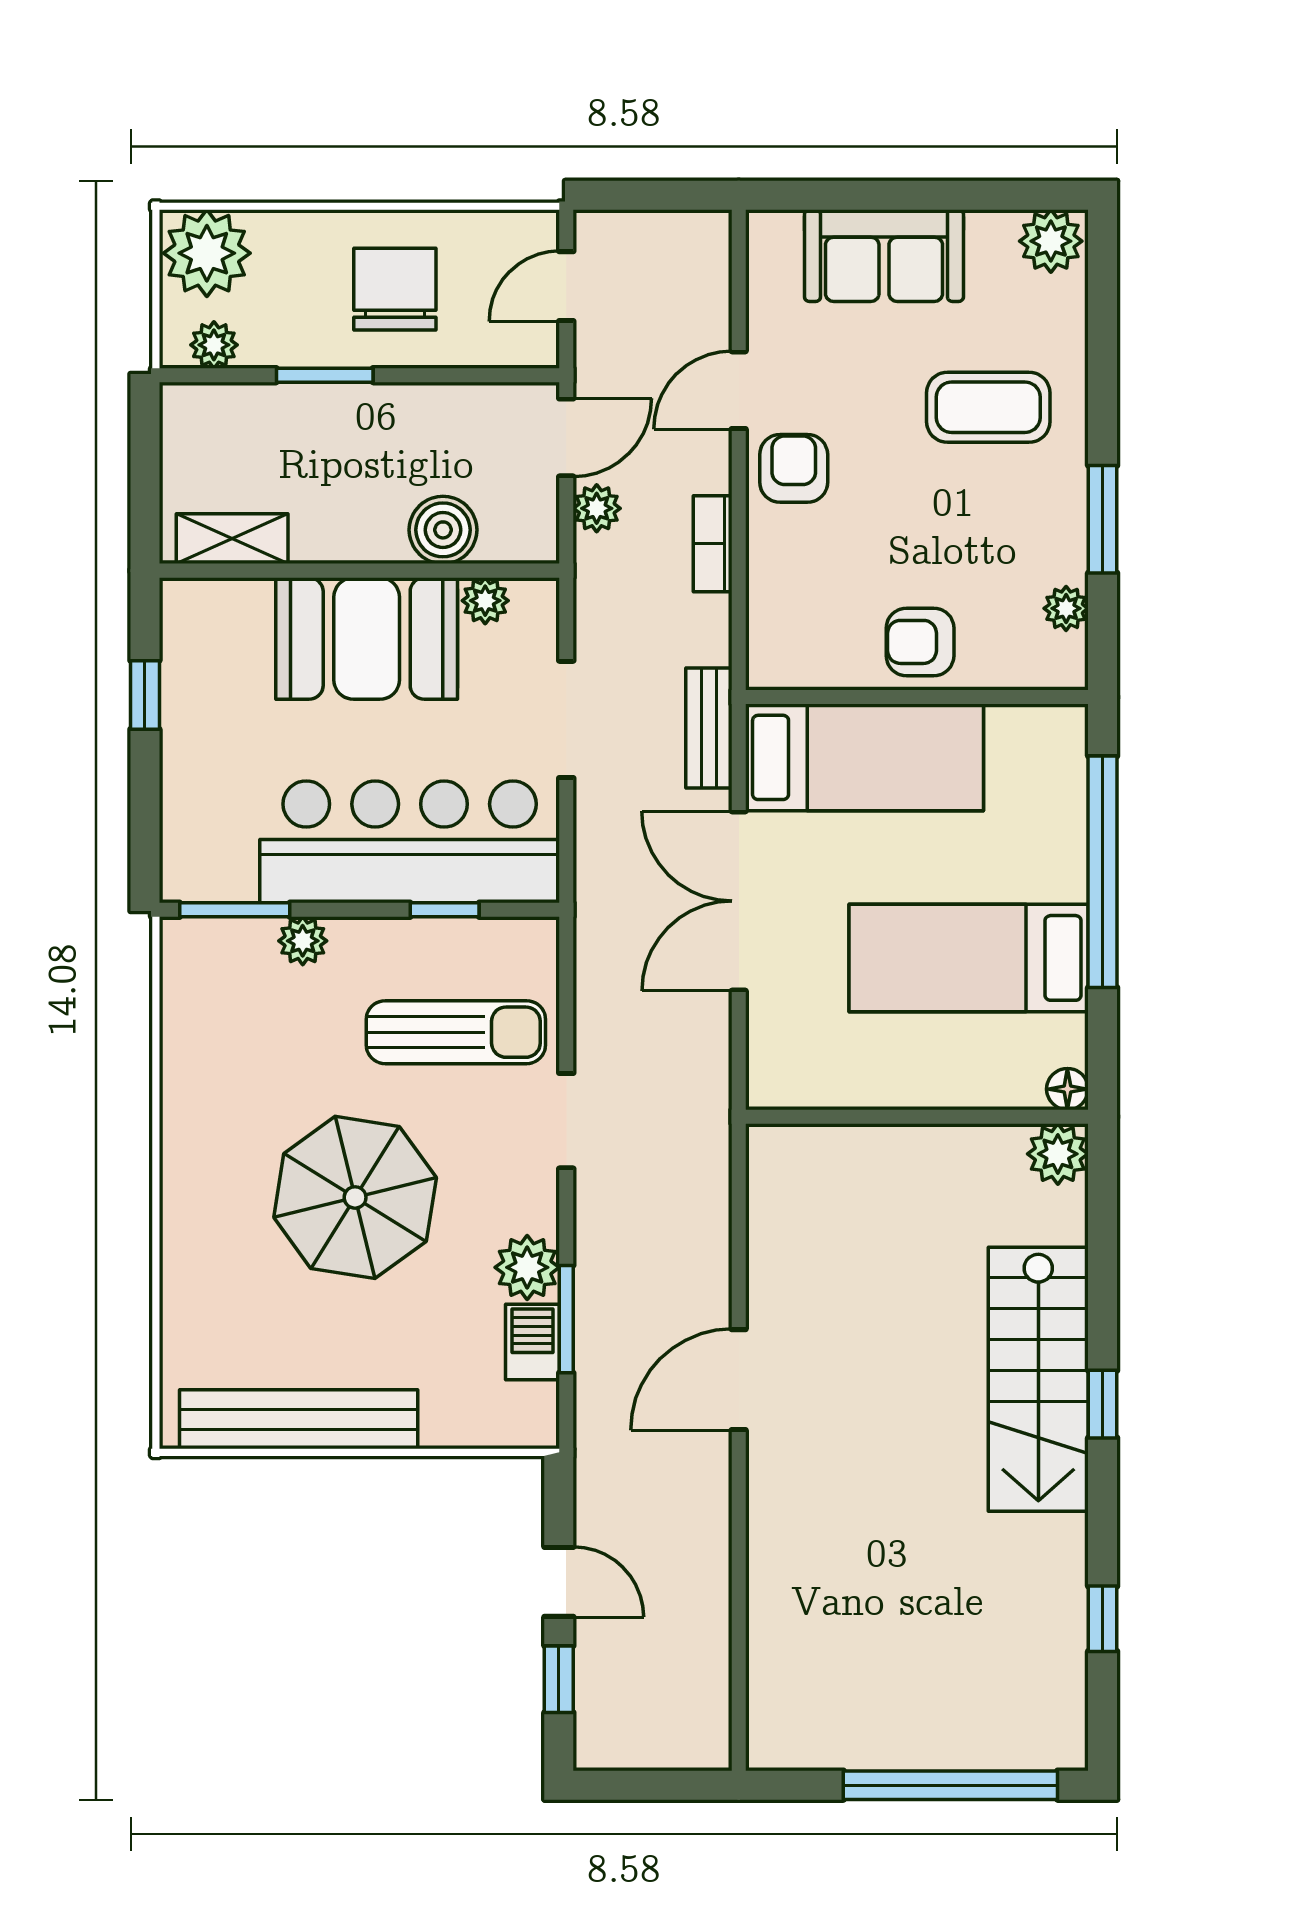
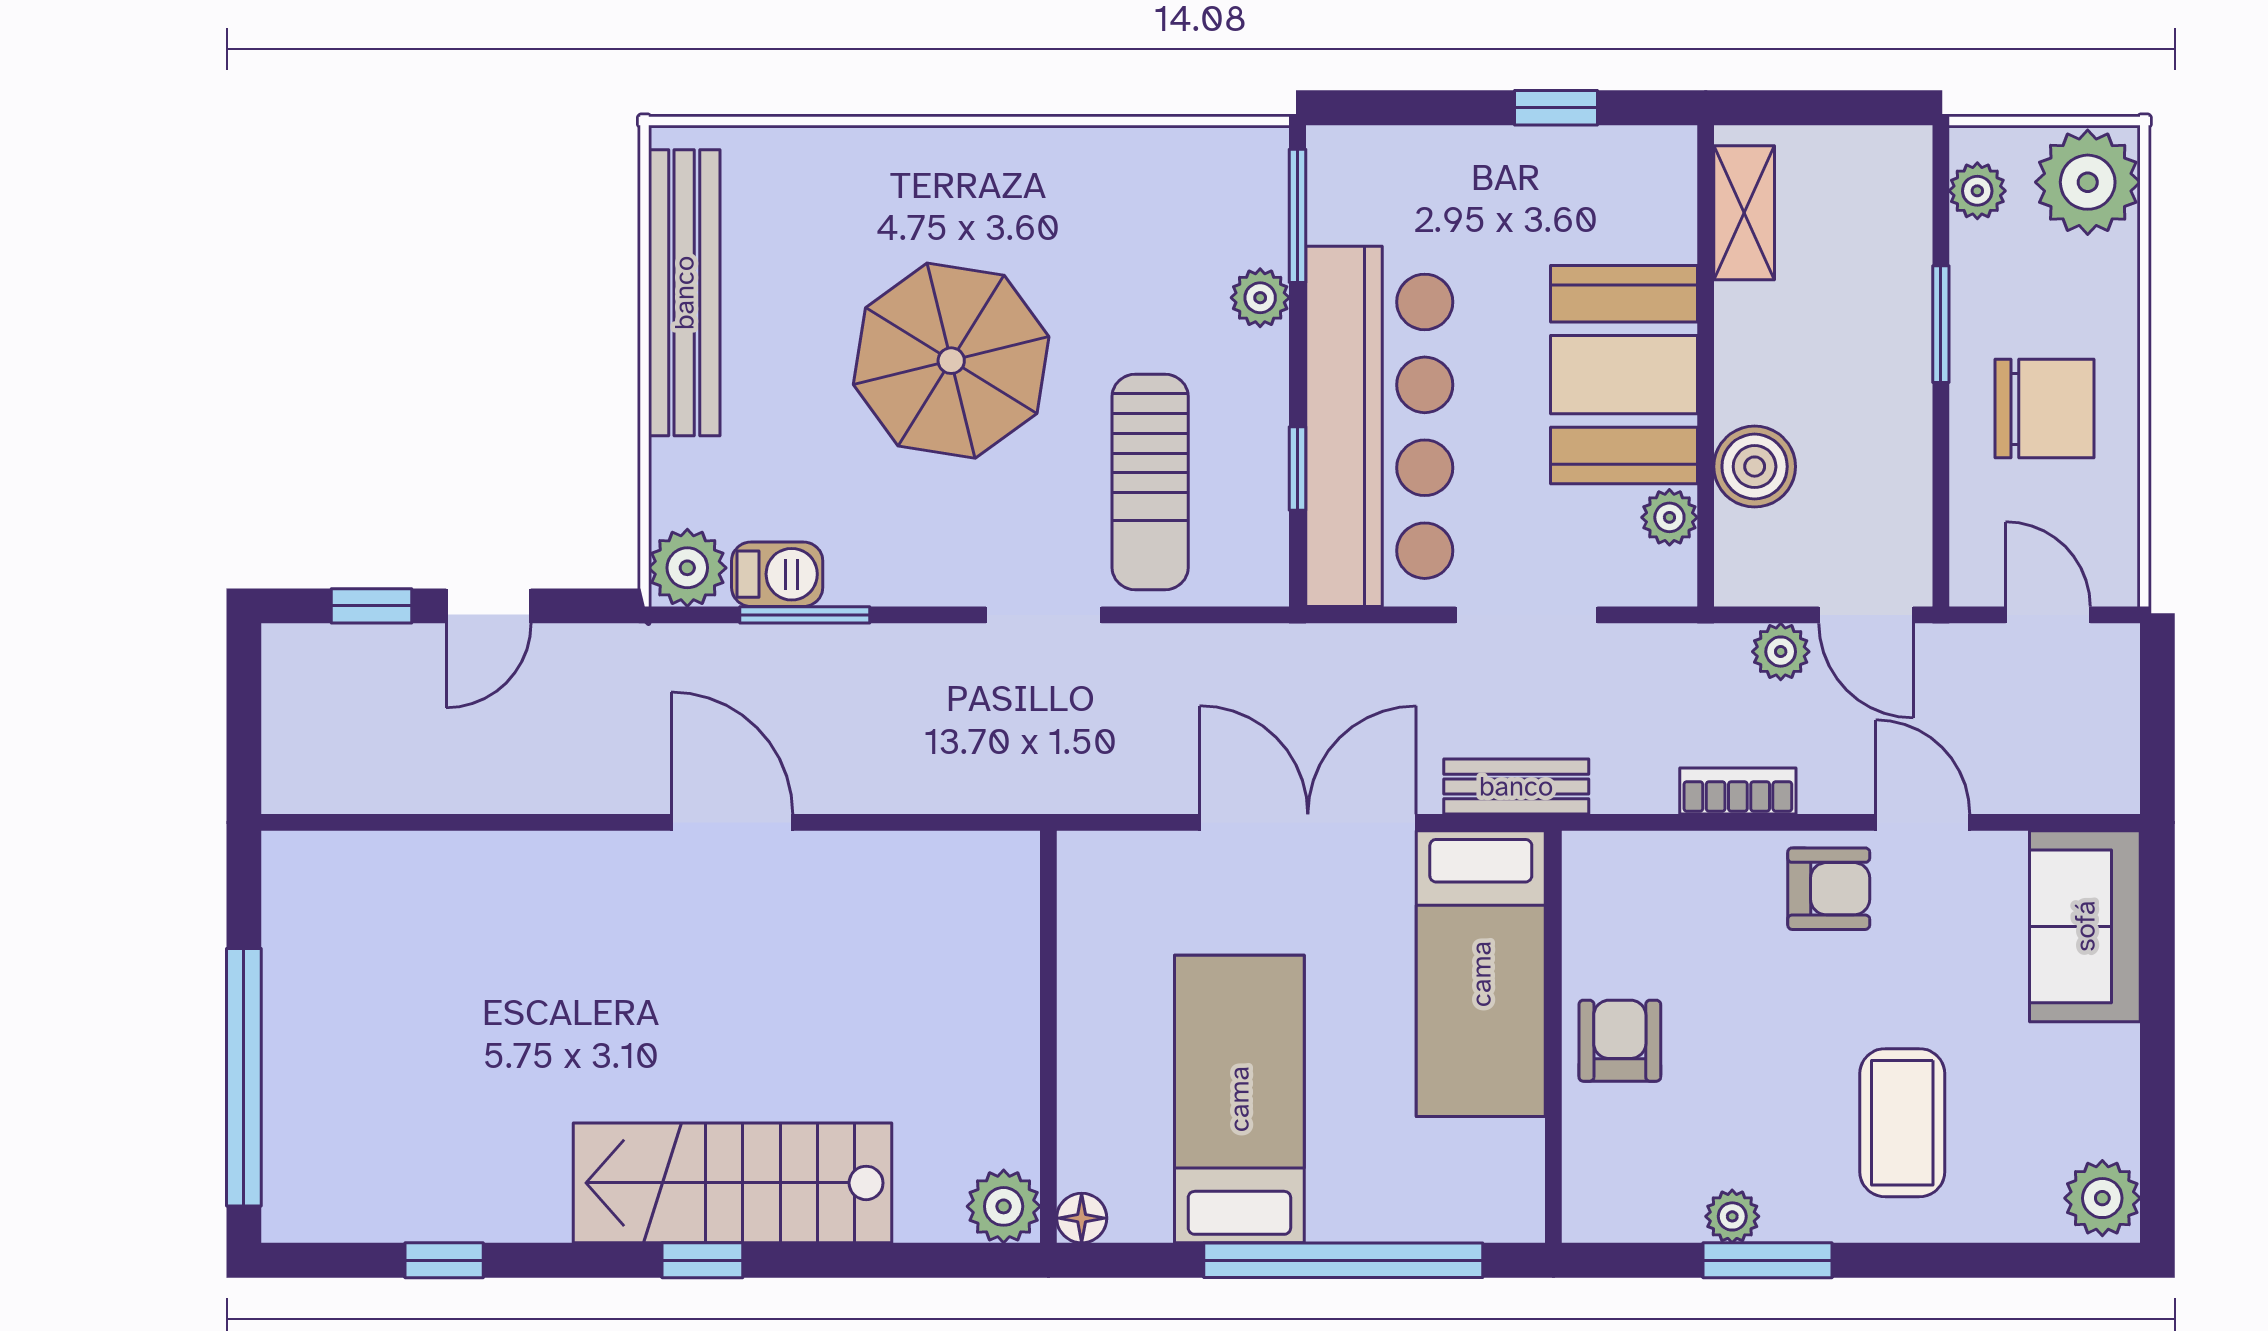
sofa: (884, 256) -> (2085, 926), moved
plant: (1066, 608) -> (1732, 1216), moved
plant: (527, 1267) -> (687, 568), moved

